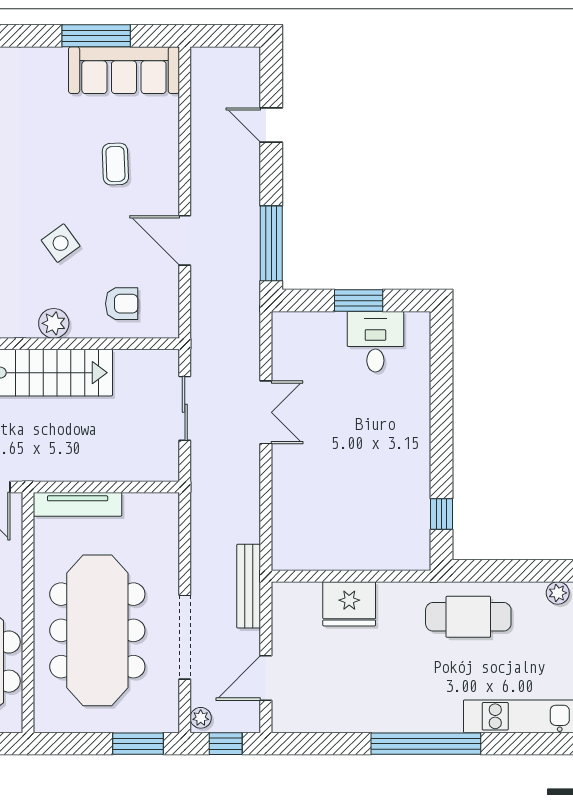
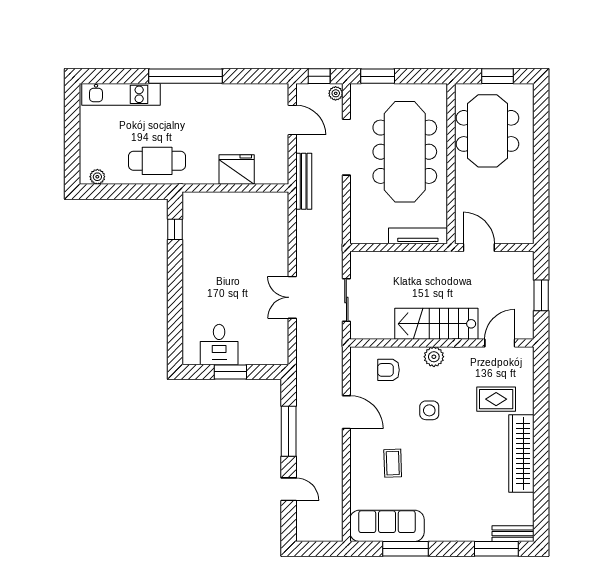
side table: (61, 243) -> (429, 410), turned 36
window: (271, 243) -> (289, 431), moved
door: (266, 678) -> (292, 120), hinge flipped

